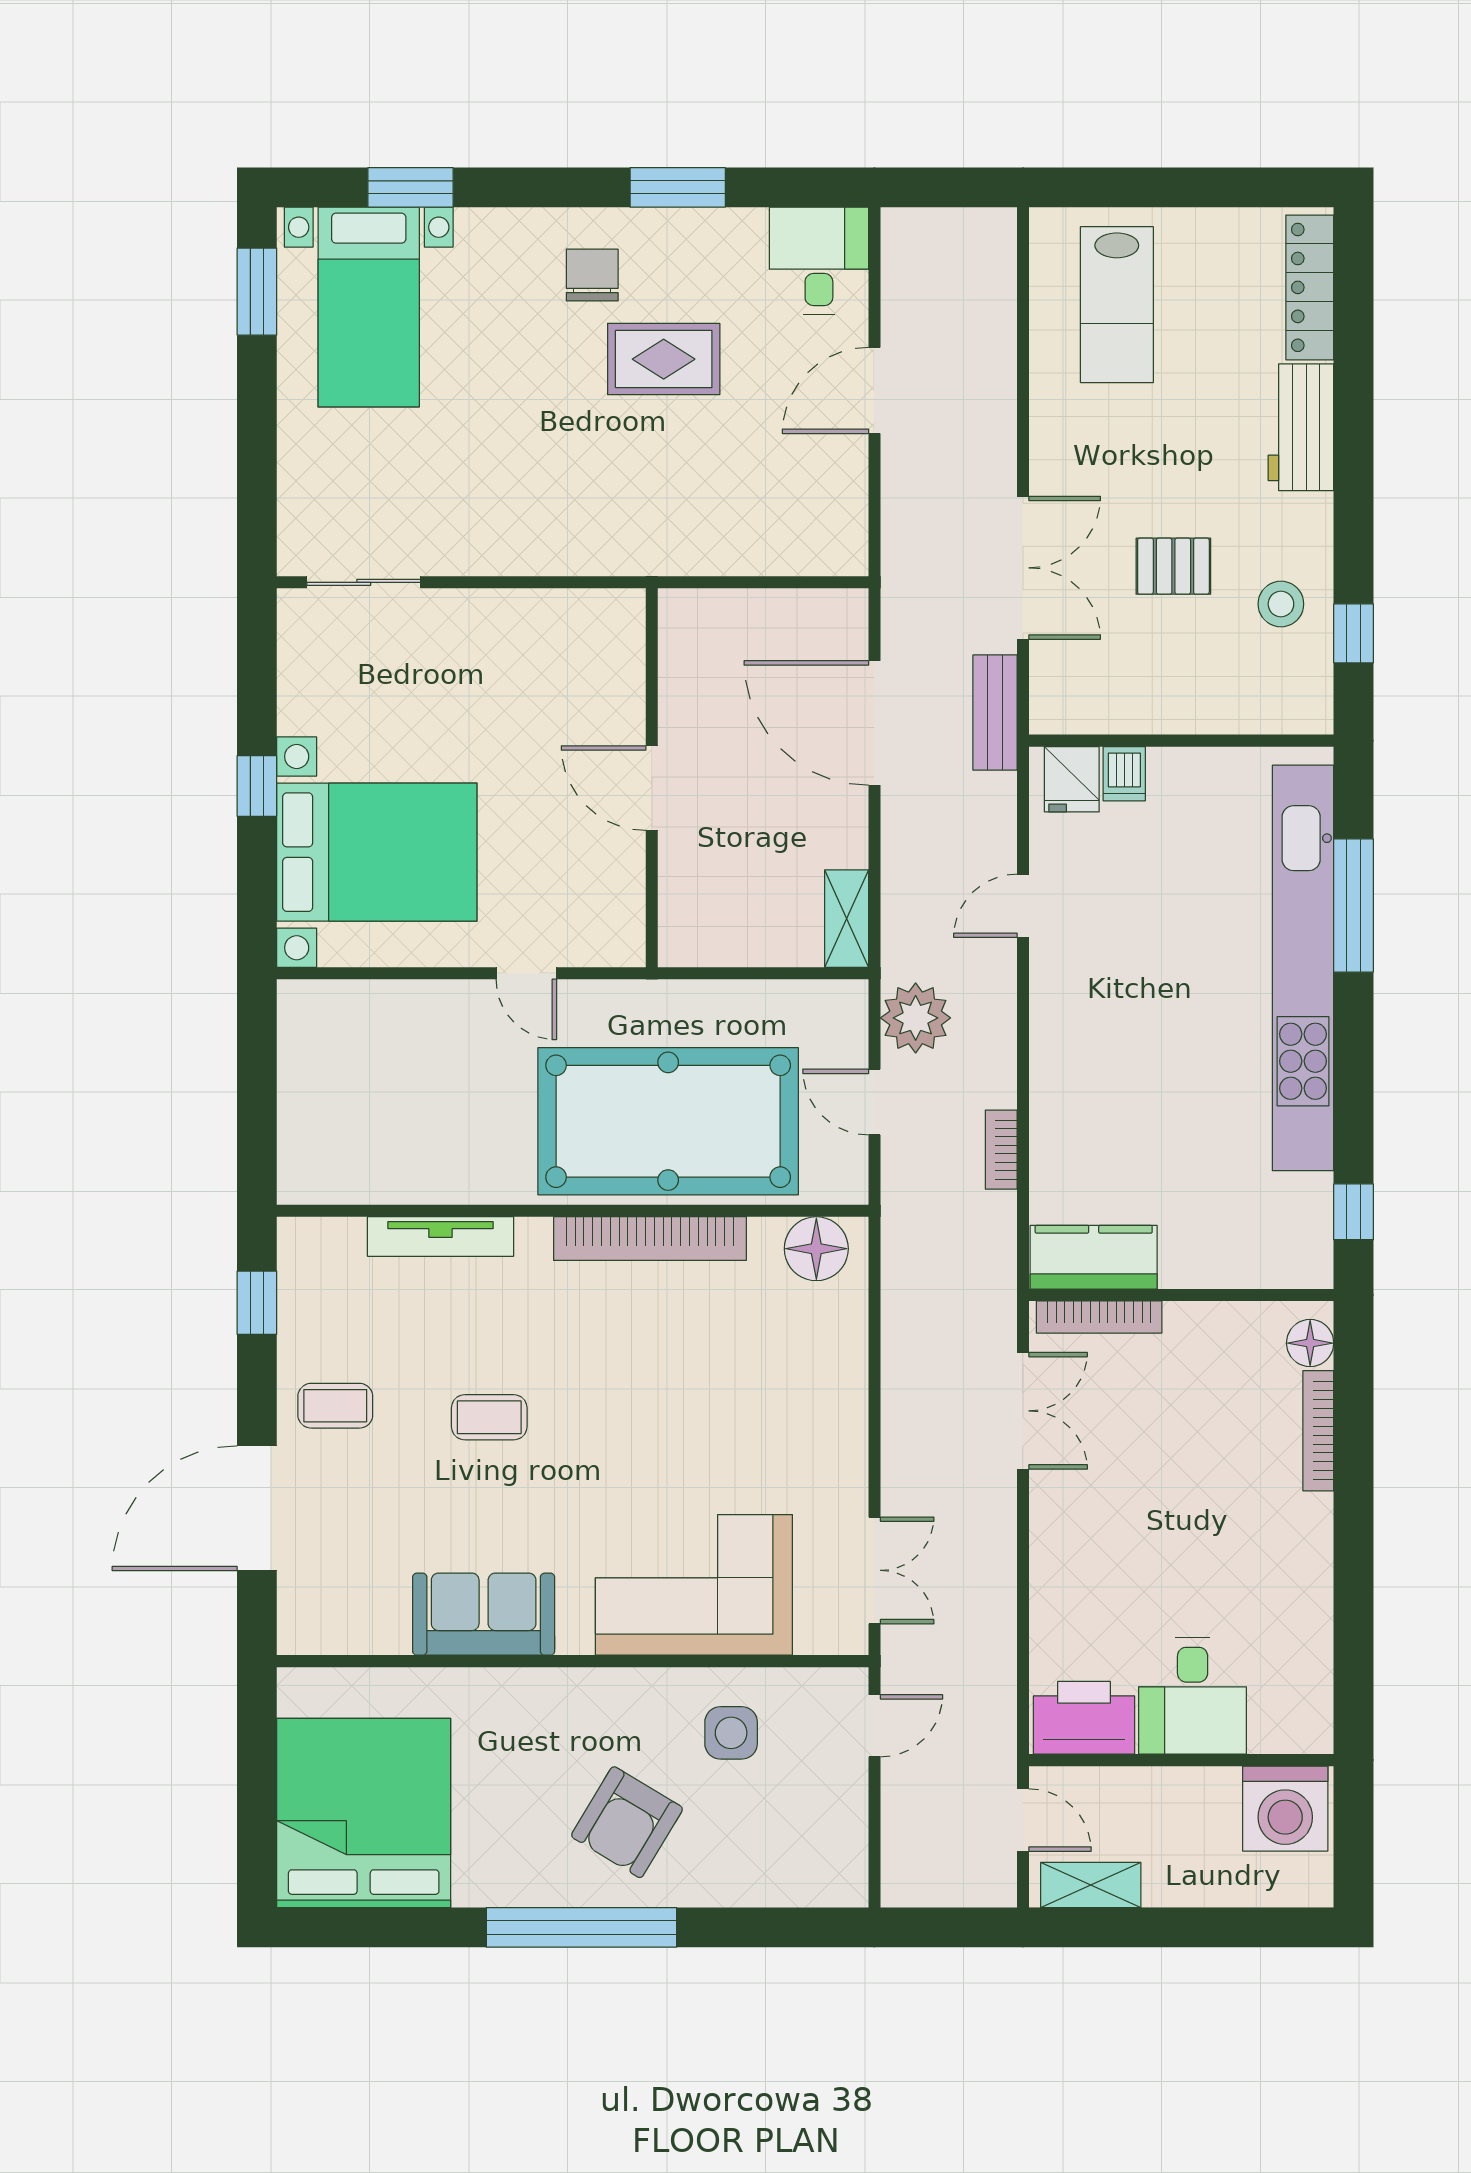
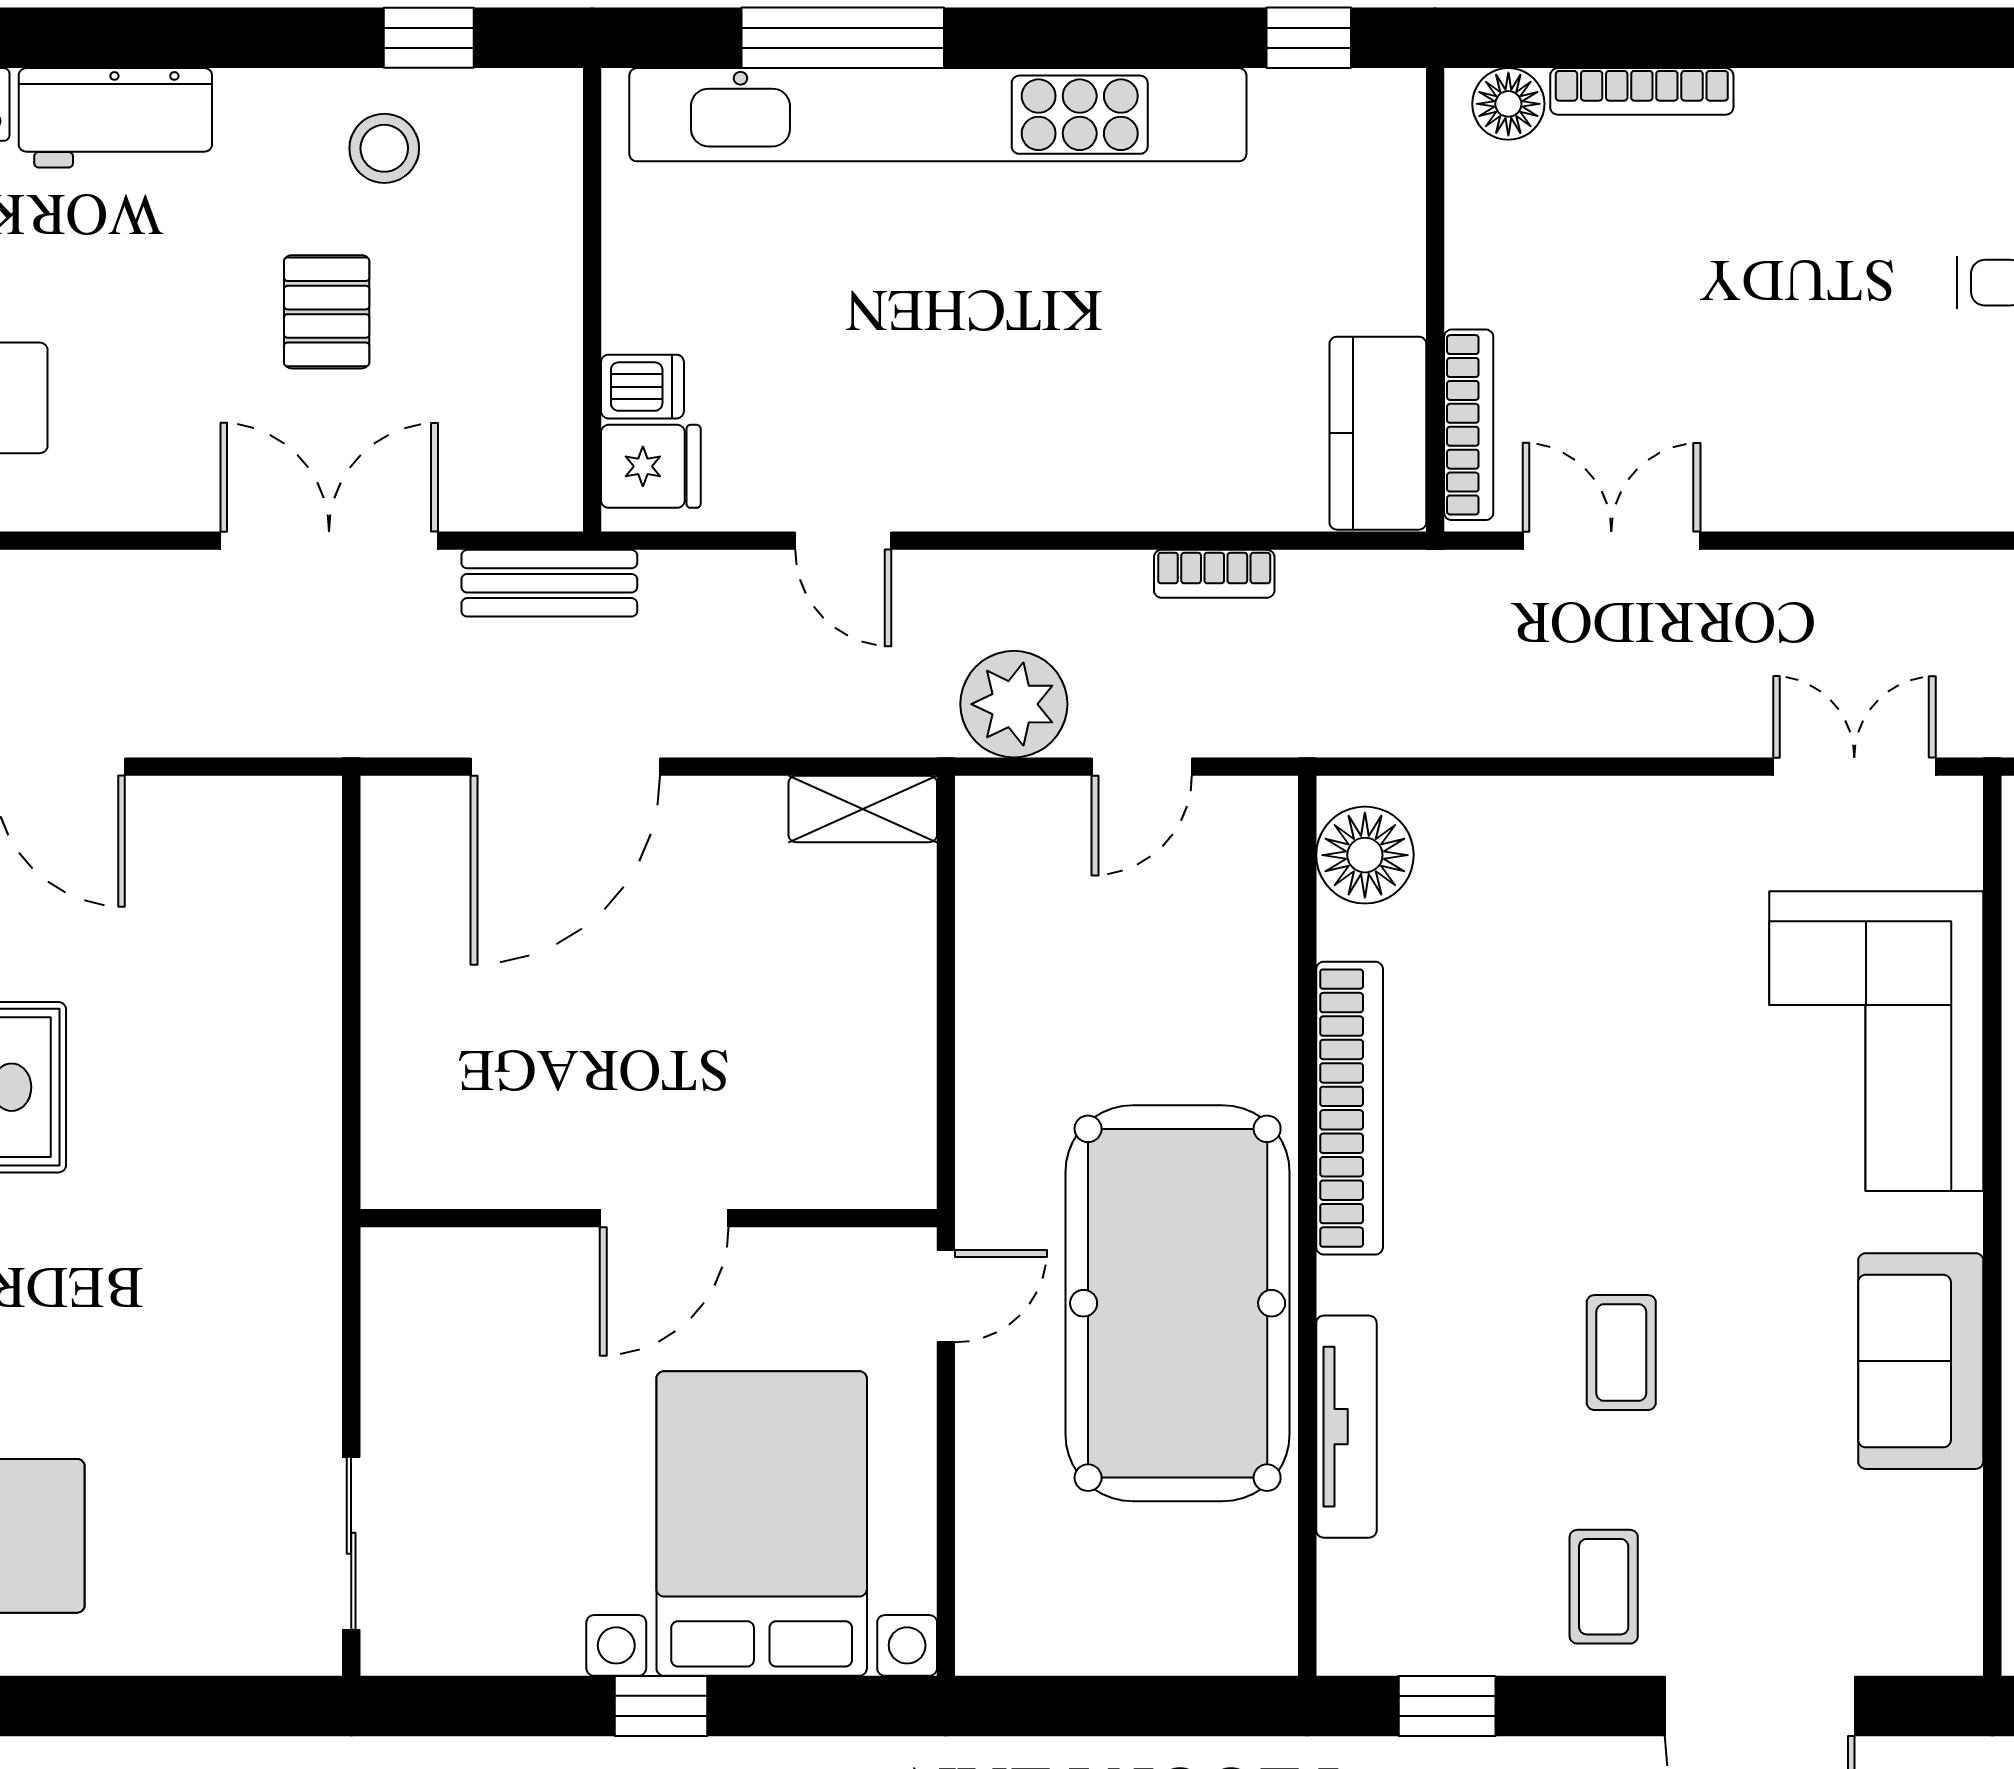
wall: (652, 778) -> (649, 1218), moved
door: (652, 788) -> (664, 1218), moved
pool table: (668, 1121) -> (1178, 1303), moved

